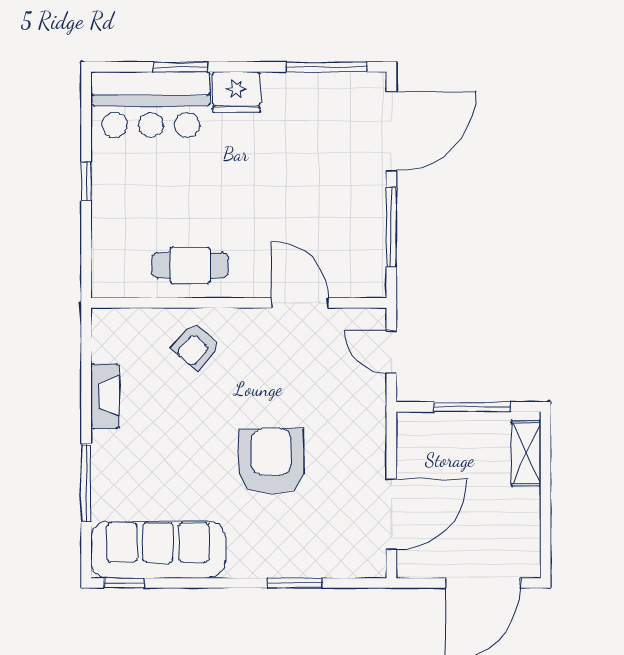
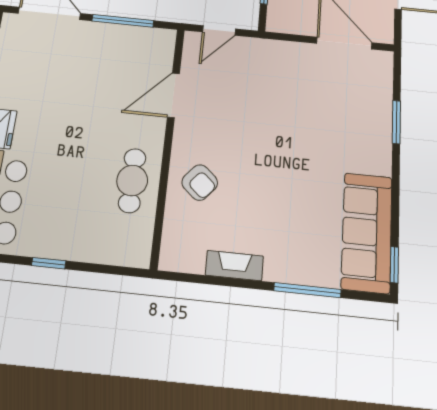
armchair: (271, 461) -> (298, 131), removed

